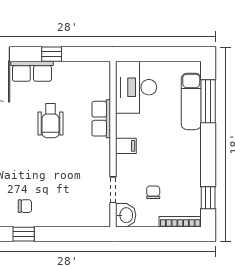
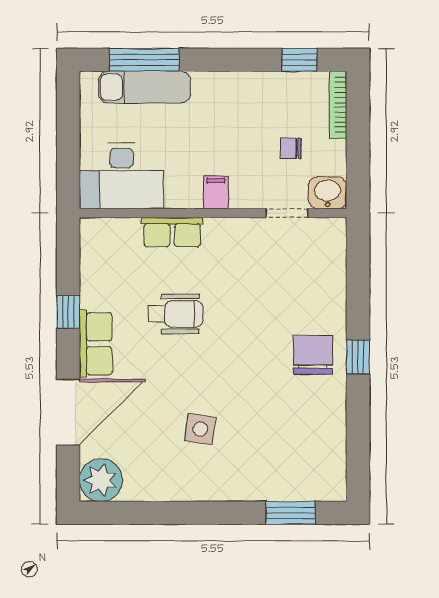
chair: (25, 206) -> (313, 355), width x1.87, depth x1.87

